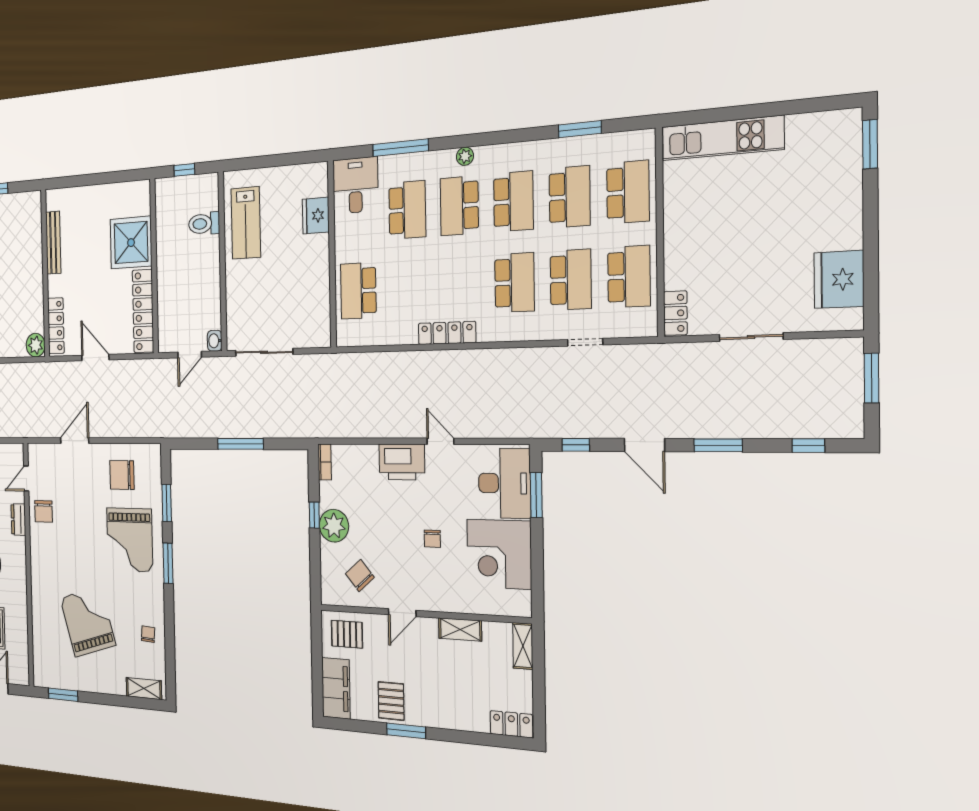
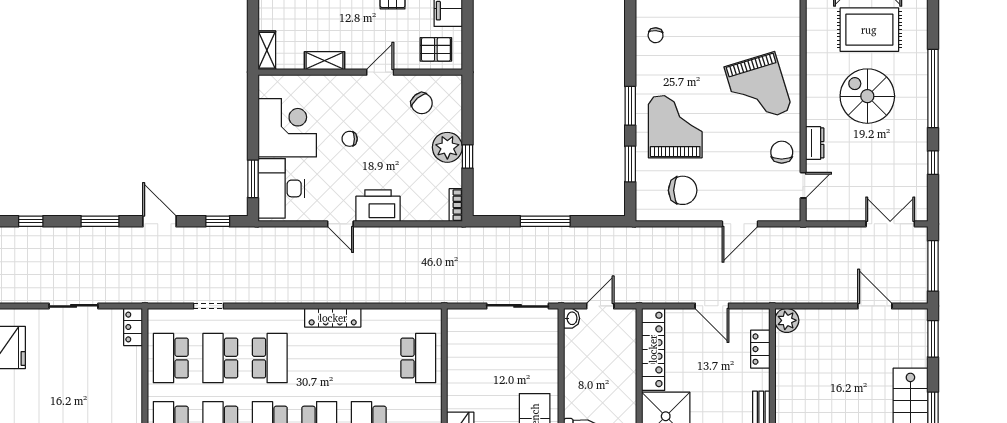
school desk: (515, 283) -> (270, 358), turned 180
locker: (56, 326) -> (760, 349), width x0.66
chair: (432, 539) -> (350, 139), turned -90
grand piano: (88, 621) -> (758, 89), moved

